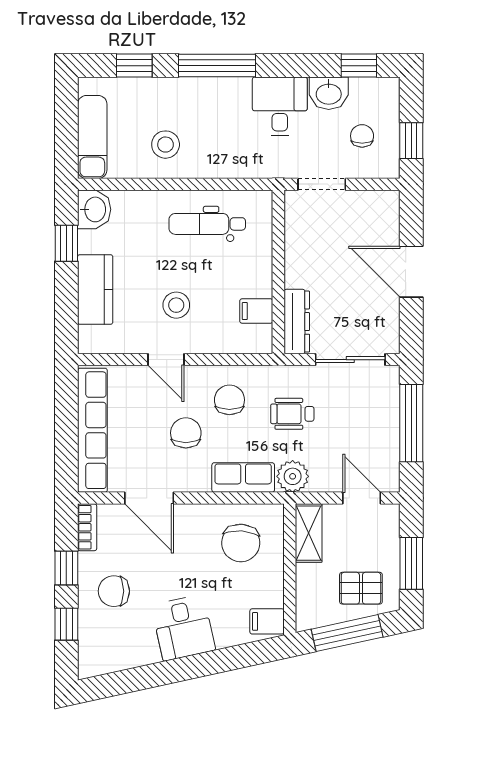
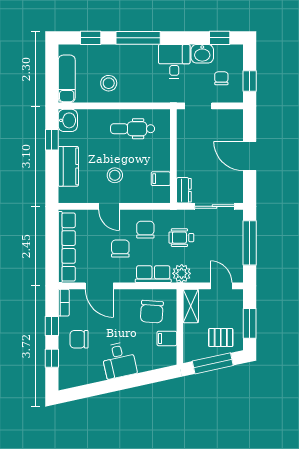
dresser: (297, 322) -> (184, 190), width x0.70
filing cabinet: (267, 621) -> (167, 338), moved

